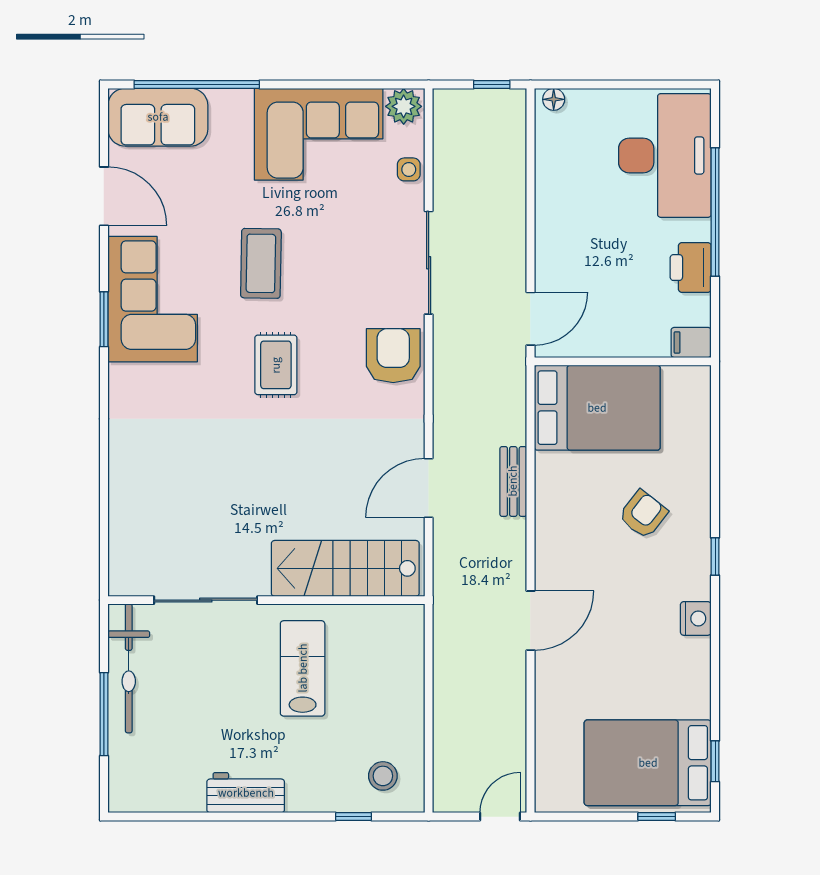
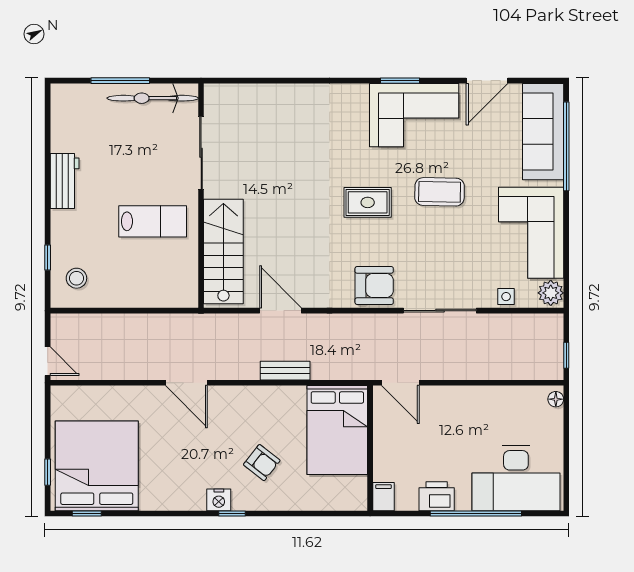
sofa: (158, 117) -> (543, 132), width x1.36
nightstand: (696, 618) -> (219, 500), moved
bed: (648, 763) -> (97, 466), width x1.36

